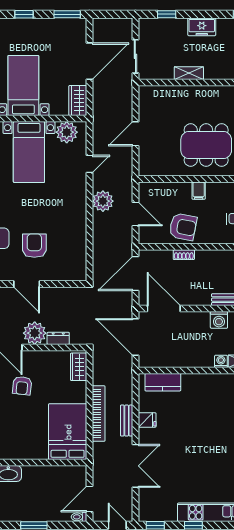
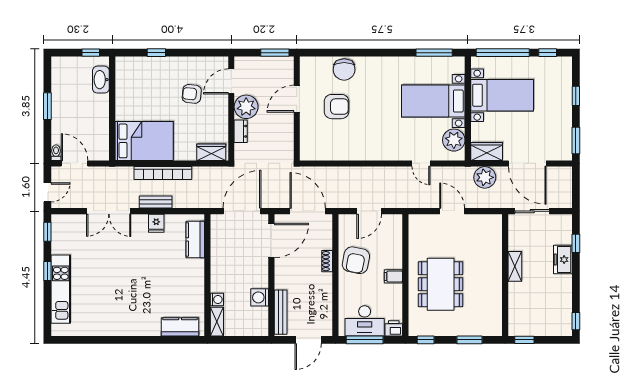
freezer: (202, 27) -> (563, 260), moved
plant: (103, 201) -> (485, 177), moved

